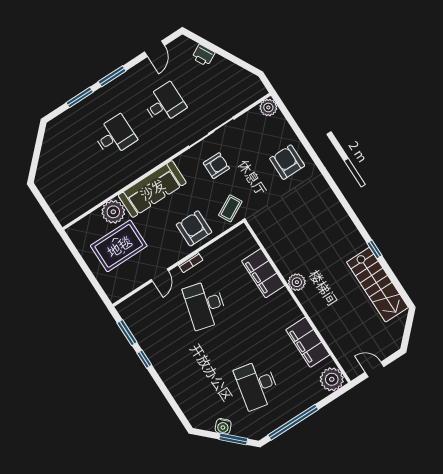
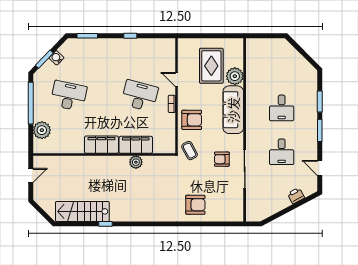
plant: (268, 107) -> (237, 215), removed
armchair: (216, 166) -> (222, 159), turned 90
plant: (297, 282) -> (136, 162), moved
window: (127, 333) -> (87, 36), moved
filing cabinet: (308, 342) -> (102, 145), moved
plant: (332, 379) -> (42, 130), moved

